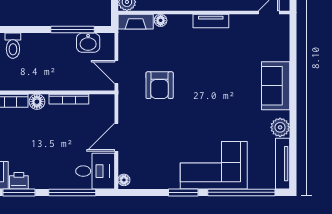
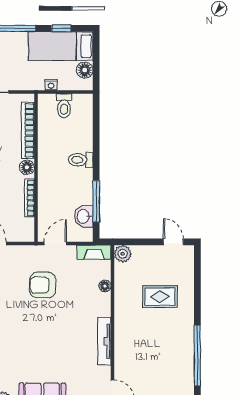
tv unit: (211, 21) -> (104, 341), width x1.41
fireplace: (136, 22) -> (94, 252), moved, turned -90
toilet: (13, 46) -> (81, 160), moved

